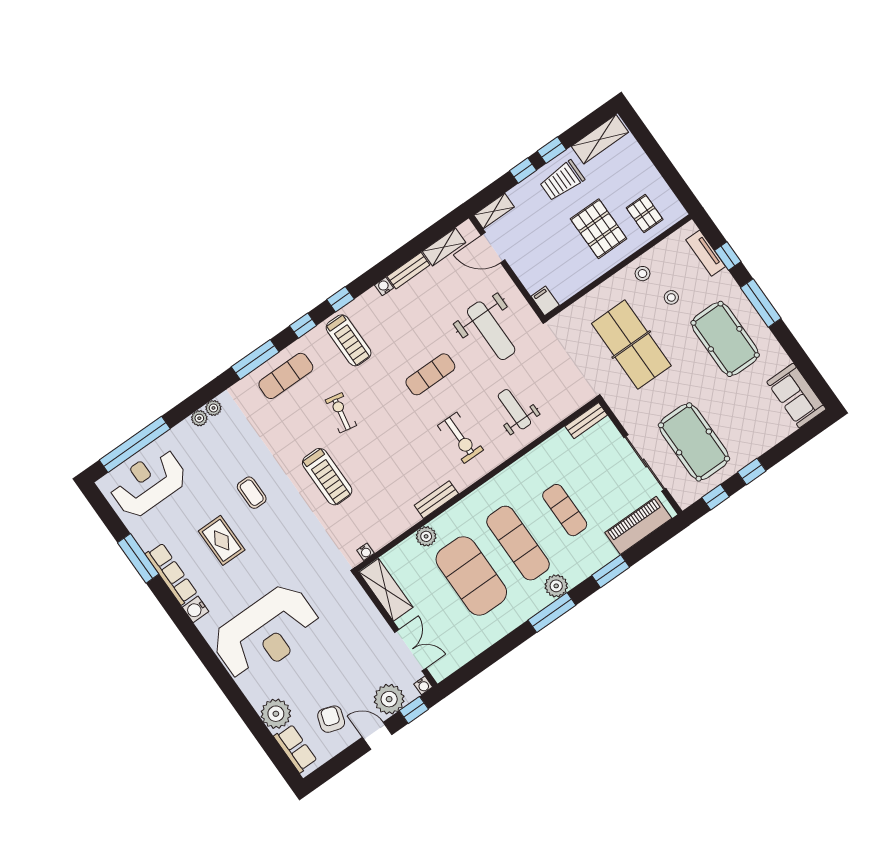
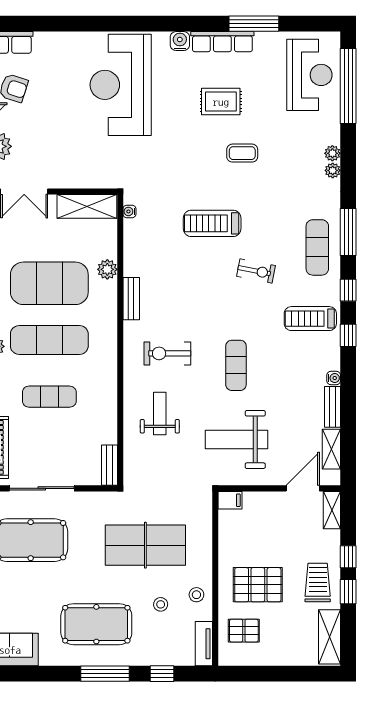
tv unit: (706, 253) -> (204, 644), moved, turned -90
weight bench: (514, 409) -> (160, 414), turned -90
plant: (276, 714) -> (49, 46), removed

